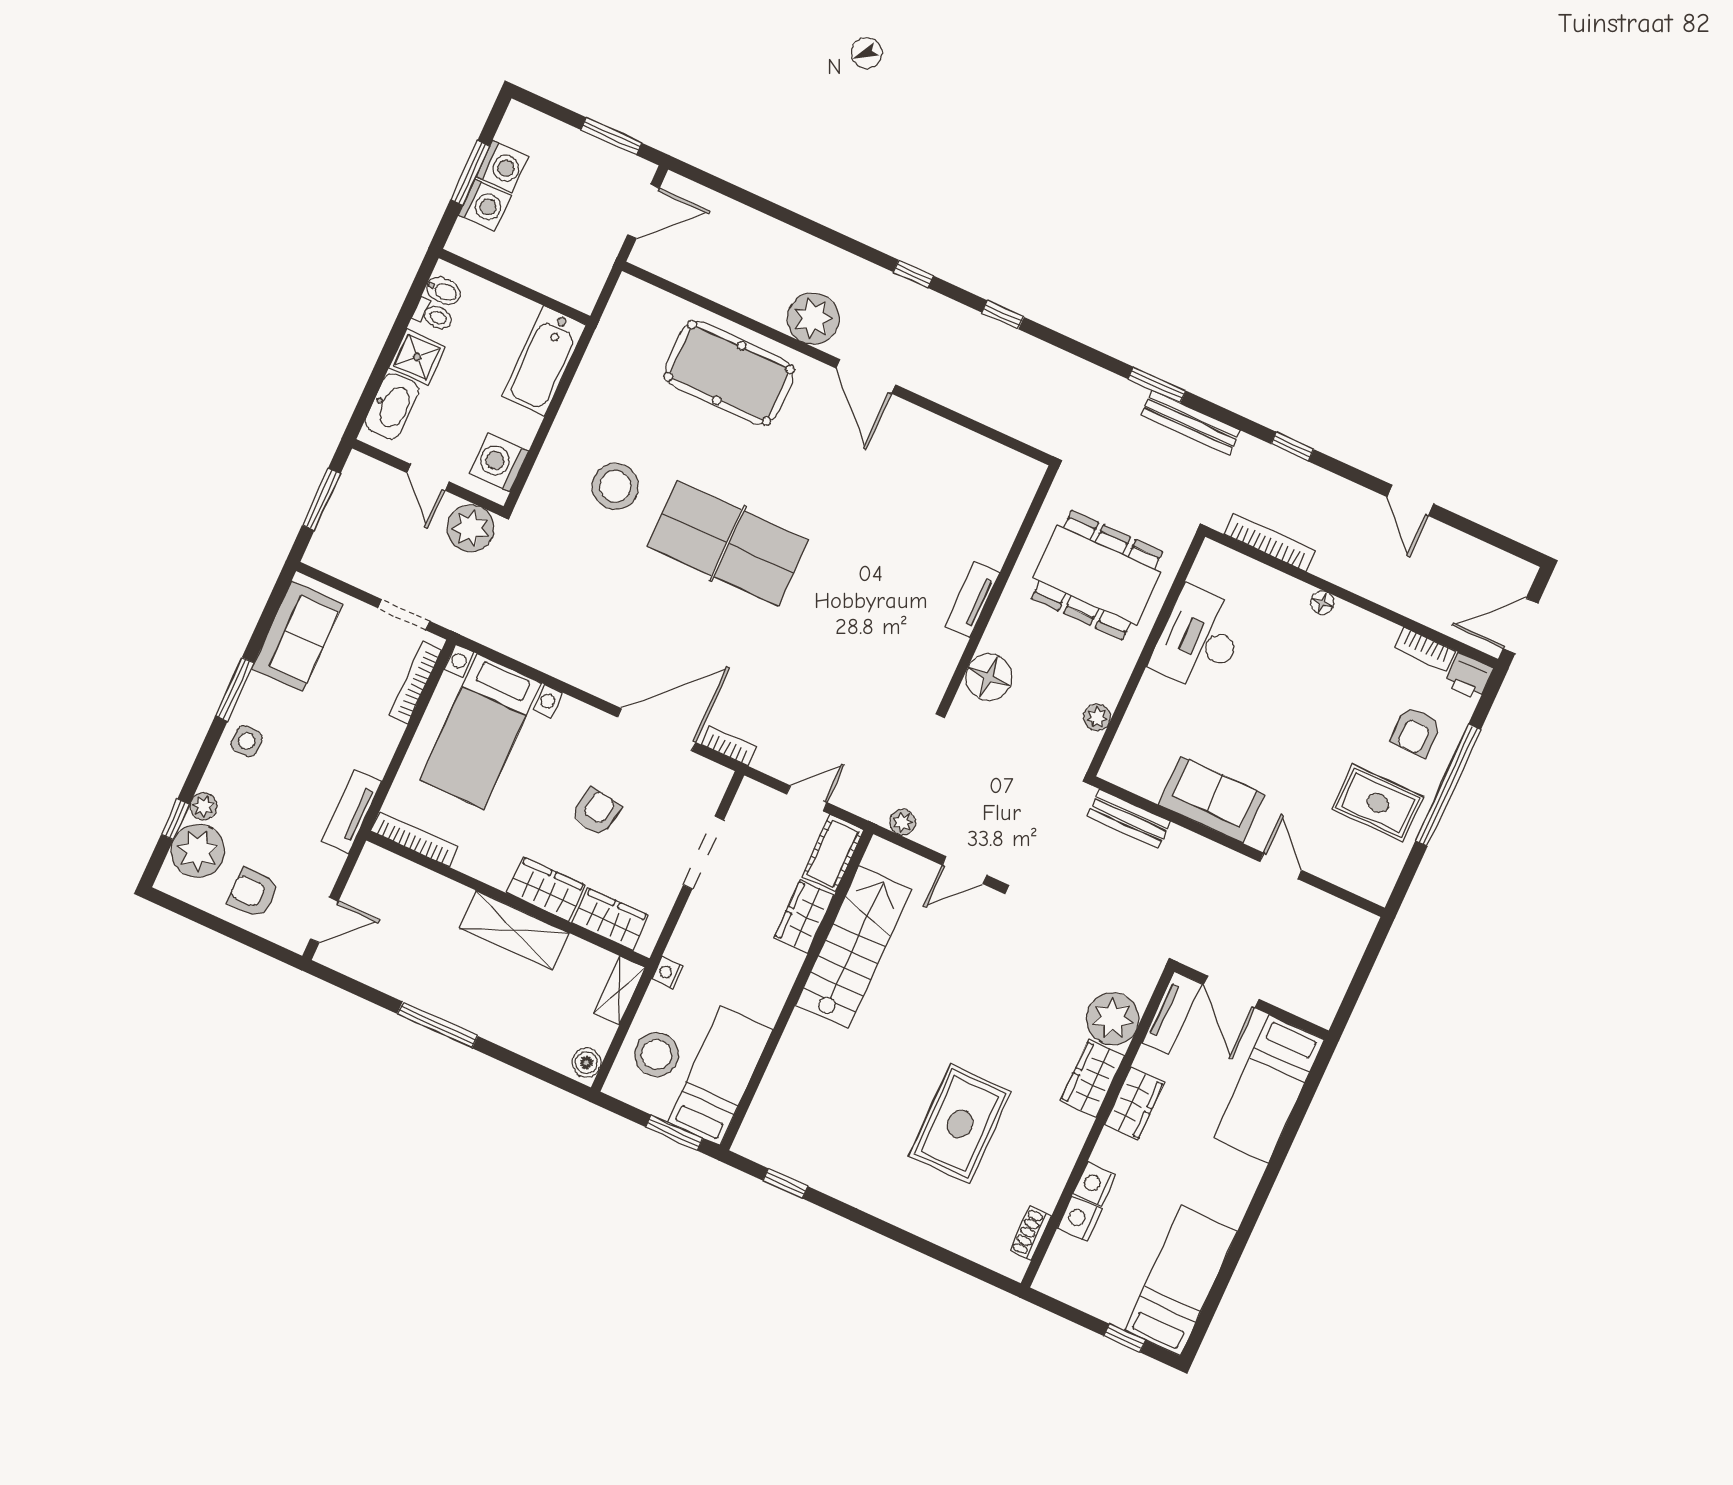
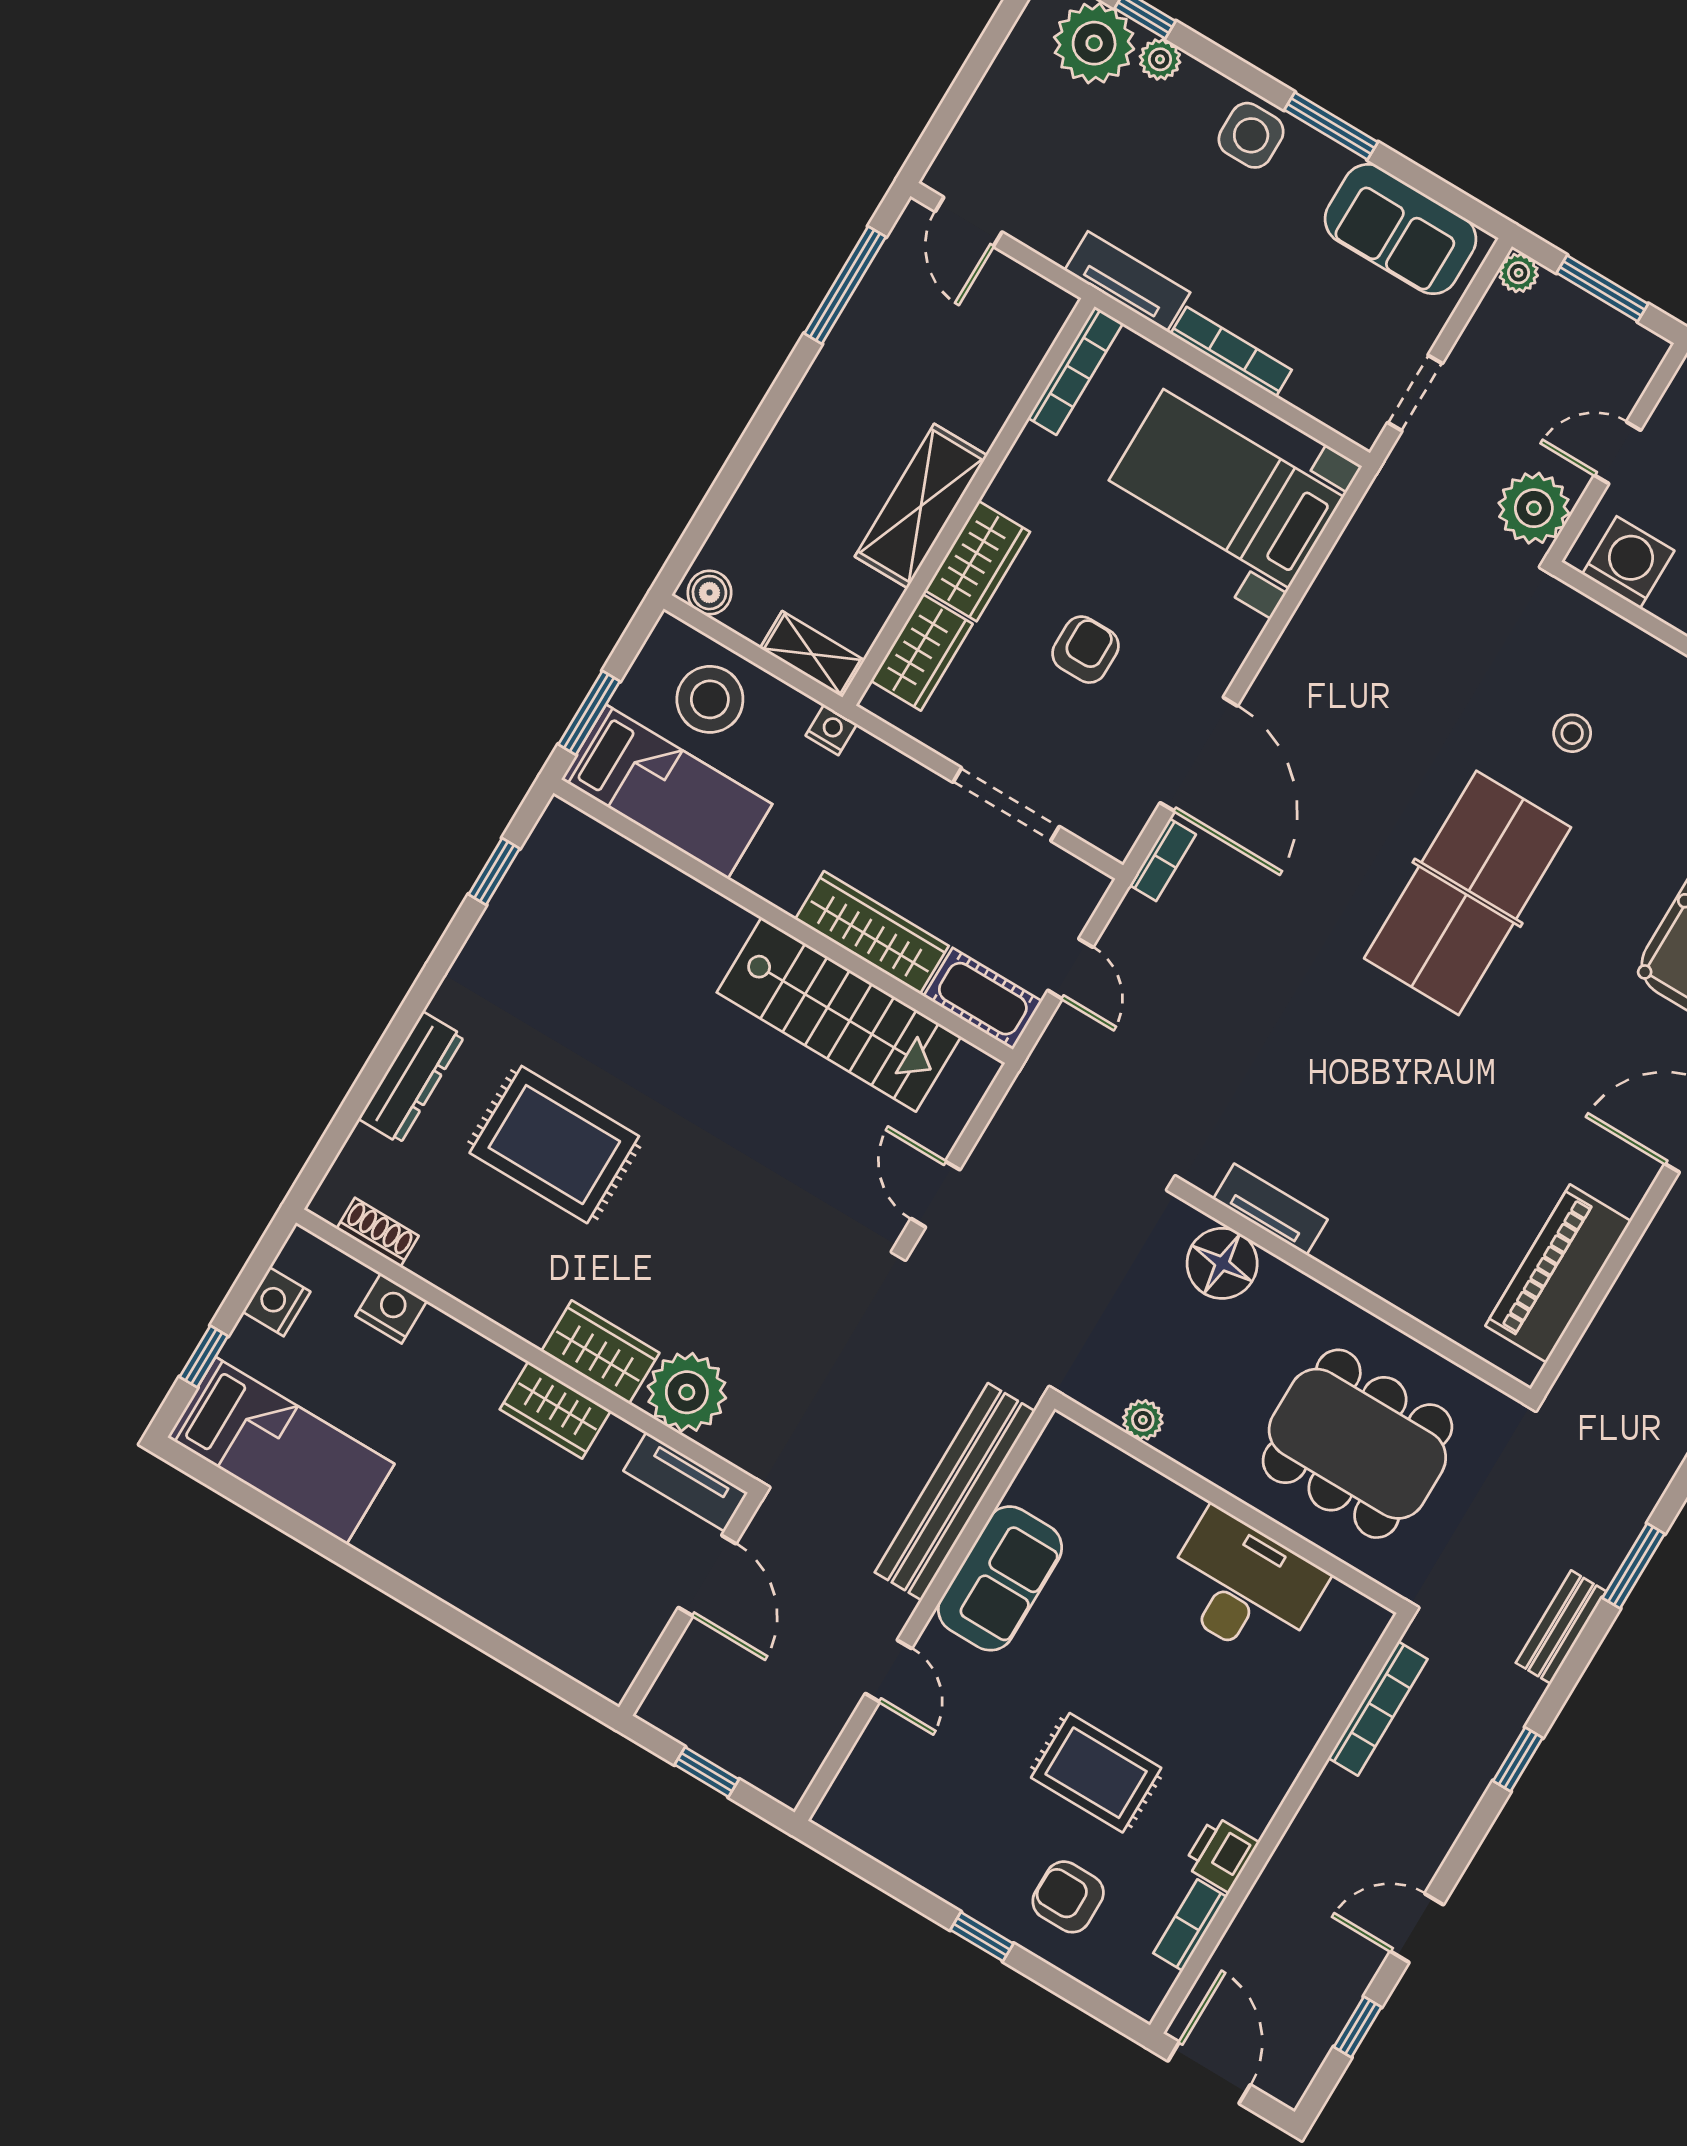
bench: (1191, 423) -> (1561, 1627), width x0.73
piano: (971, 456) -> (1558, 1273), added
stool: (615, 486) -> (1572, 733), width x0.53, depth x0.53
window: (1480, 532) -> (1358, 2027), added
dining table: (1097, 575) -> (1357, 1444), turned 90
tv unit: (972, 600) -> (1270, 1209), moved
floor lamp: (1322, 603) -> (1278, 1778), removed
printer: (1469, 676) -> (1221, 1854), moved
bookcase: (415, 683) -> (1231, 352), moved
side table: (247, 741) -> (1251, 135), width x1.37, depth x1.37
window: (1448, 785) -> (982, 1937), width x0.32
rug: (1378, 803) -> (1096, 1773), moved, turned 90
armchair: (596, 812) -> (1085, 650), turned -100
bench: (1129, 819) -> (955, 1492), width x1.86, depth x1.21
plant: (903, 822) -> (1519, 273), moved
door: (1281, 866) -> (888, 1671), hinge flipped
armchair: (253, 893) -> (1021, 119), removed
wardrobe: (804, 916) -> (872, 933), width x1.50
window: (1360, 978) -> (707, 1772), added
door: (1231, 992) -> (707, 1576), swing flipped
window: (437, 1025) -> (845, 285), moved
bed: (1269, 1089) -> (555, 1615), removed
nightstand: (1095, 1184) -> (277, 1302), moved, turned -90
dresser: (926, 1222) -> (411, 1078), added

